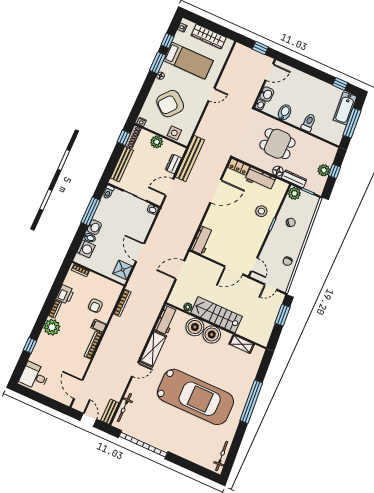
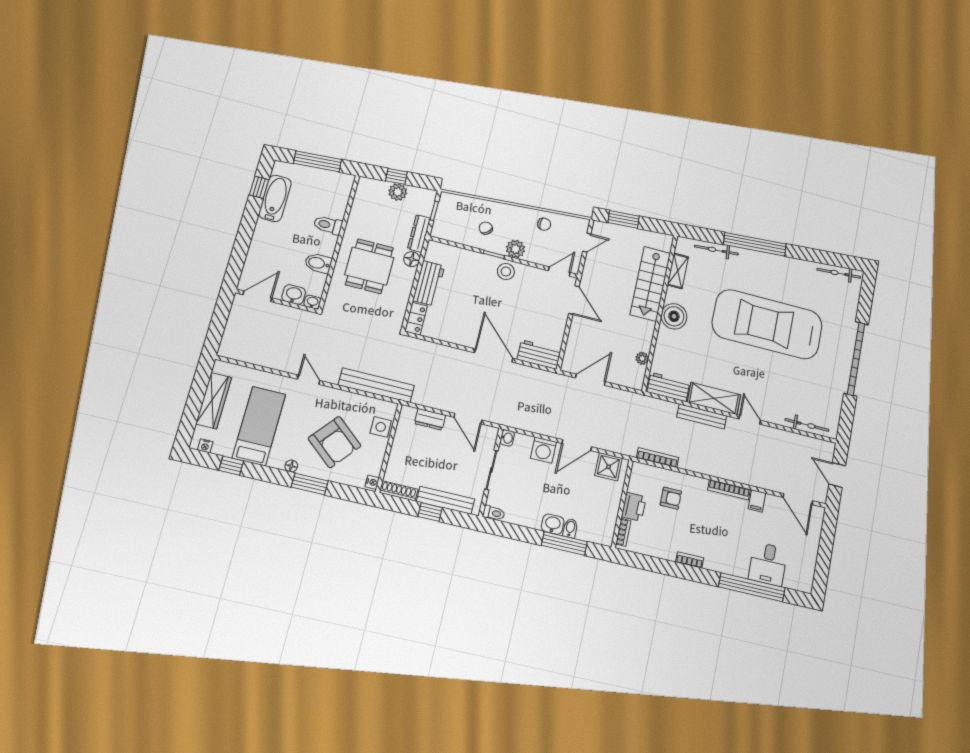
window: (260, 48) -> (220, 317), removed
window: (158, 63) -> (310, 484), moved
door: (269, 72) -> (257, 296), hinge flipped
bathtub: (345, 108) -> (275, 198), moved, turned -86
window: (124, 138) -> (430, 512), moved
plant: (157, 142) -> (400, 452), removed
bench: (190, 158) -> (376, 385), moved
door: (216, 191) -> (494, 355), moved
plant: (294, 193) -> (515, 249), moved
window: (90, 211) -> (564, 543), moved
stool: (261, 211) -> (506, 271), moved
washing machine: (86, 249) -> (543, 450), moved, turned 180
door: (180, 270) -> (590, 380), swing flipped
door: (271, 287) -> (587, 243), hinge flipped
printer: (65, 294) -> (634, 507), moved, turned 90
stairs: (217, 315) -> (650, 284), moved
filing cabinet: (99, 326) -> (757, 501), moved
plant: (52, 327) -> (717, 559), removed
boiler: (195, 327) -> (669, 343), removed
window: (30, 345) -> (752, 587), width x3.17
bicycle: (251, 374) -> (716, 250), added
desk: (34, 376) -> (768, 564), moved
door: (78, 389) -> (798, 499), hinge flipped
car: (196, 397) -> (767, 324), turned -90
bench: (110, 412) -> (702, 416), moved, width x1.36
door: (88, 420) -> (837, 475), hinge flipped
garage door: (143, 445) -> (856, 359), moved

